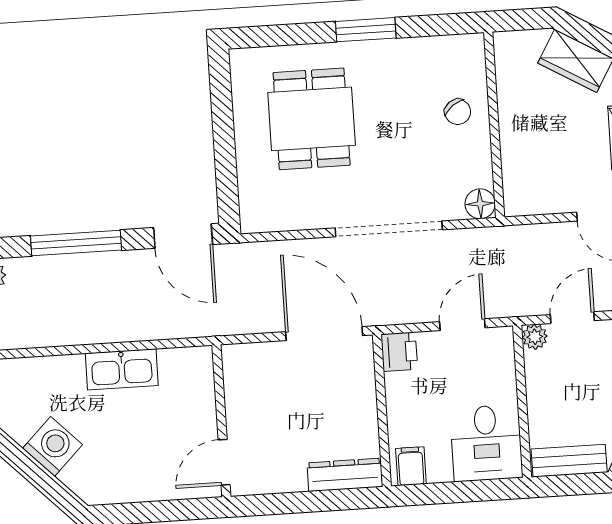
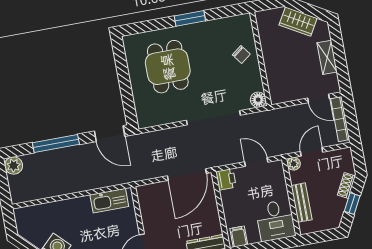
door: (462, 325) -> (256, 162), hinge flipped
door: (324, 334) -> (187, 175), swing flipped
kitchen sink: (122, 369) -> (109, 201), moved
bench: (569, 461) -> (302, 203), moved, turned 90

